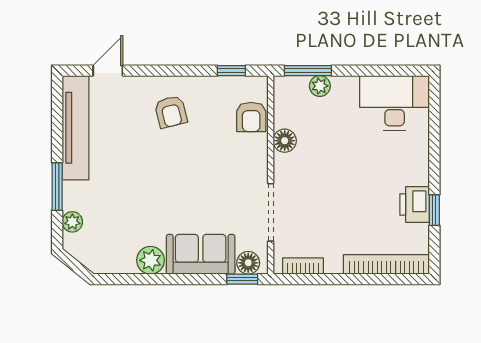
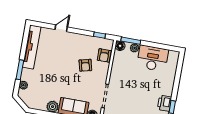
door: (108, 71) -> (61, 28), moved
desk: (395, 103) -> (153, 58), moved
armchair: (171, 112) -> (85, 65), moved
floor lamp: (285, 141) -> (120, 46), moved

